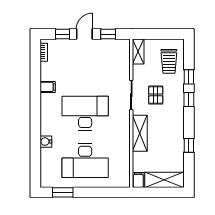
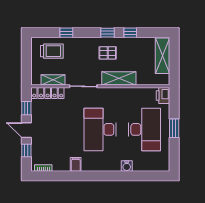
shelving: (138, 51) -> (53, 80), moved
locker: (124, 57) -> (48, 93), added
pallet: (156, 95) -> (108, 53), moved
window: (189, 100) -> (107, 33), moved
printer: (121, 180) -> (163, 96), added
filing cabinet: (138, 180) -> (163, 80), removed
window: (63, 192) -> (174, 128), moved

